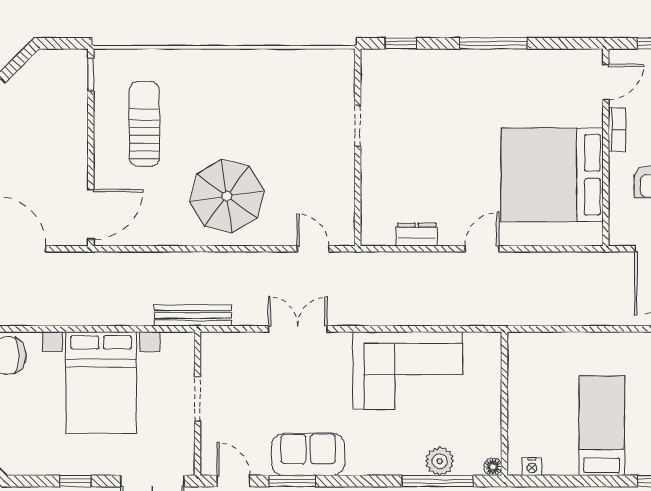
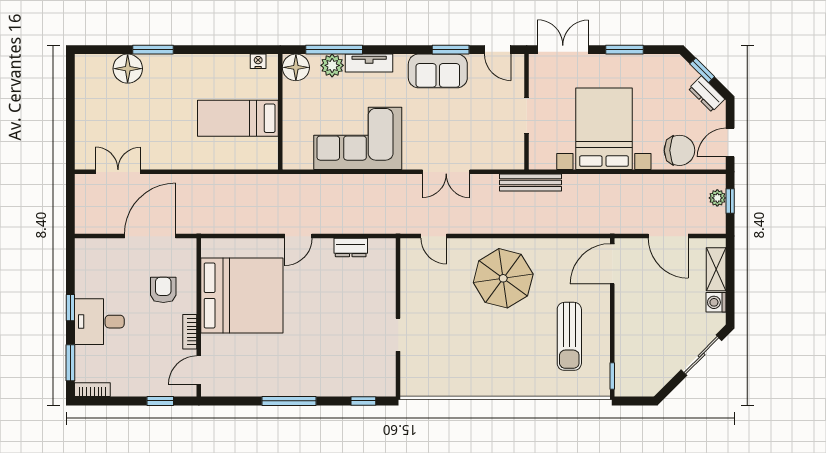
bed: (602, 426) -> (238, 118), moved, turned 90
tv unit: (394, 464) -> (369, 63), added
floor lamp: (493, 467) -> (296, 67), width x1.89, depth x1.89
window: (75, 481) -> (625, 50), width x1.50

